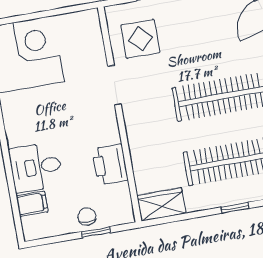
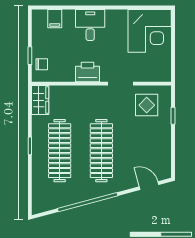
printer: (110, 164) -> (88, 72), moved
desk: (36, 167) -> (90, 25), moved
chair: (87, 217) -> (42, 64), moved

